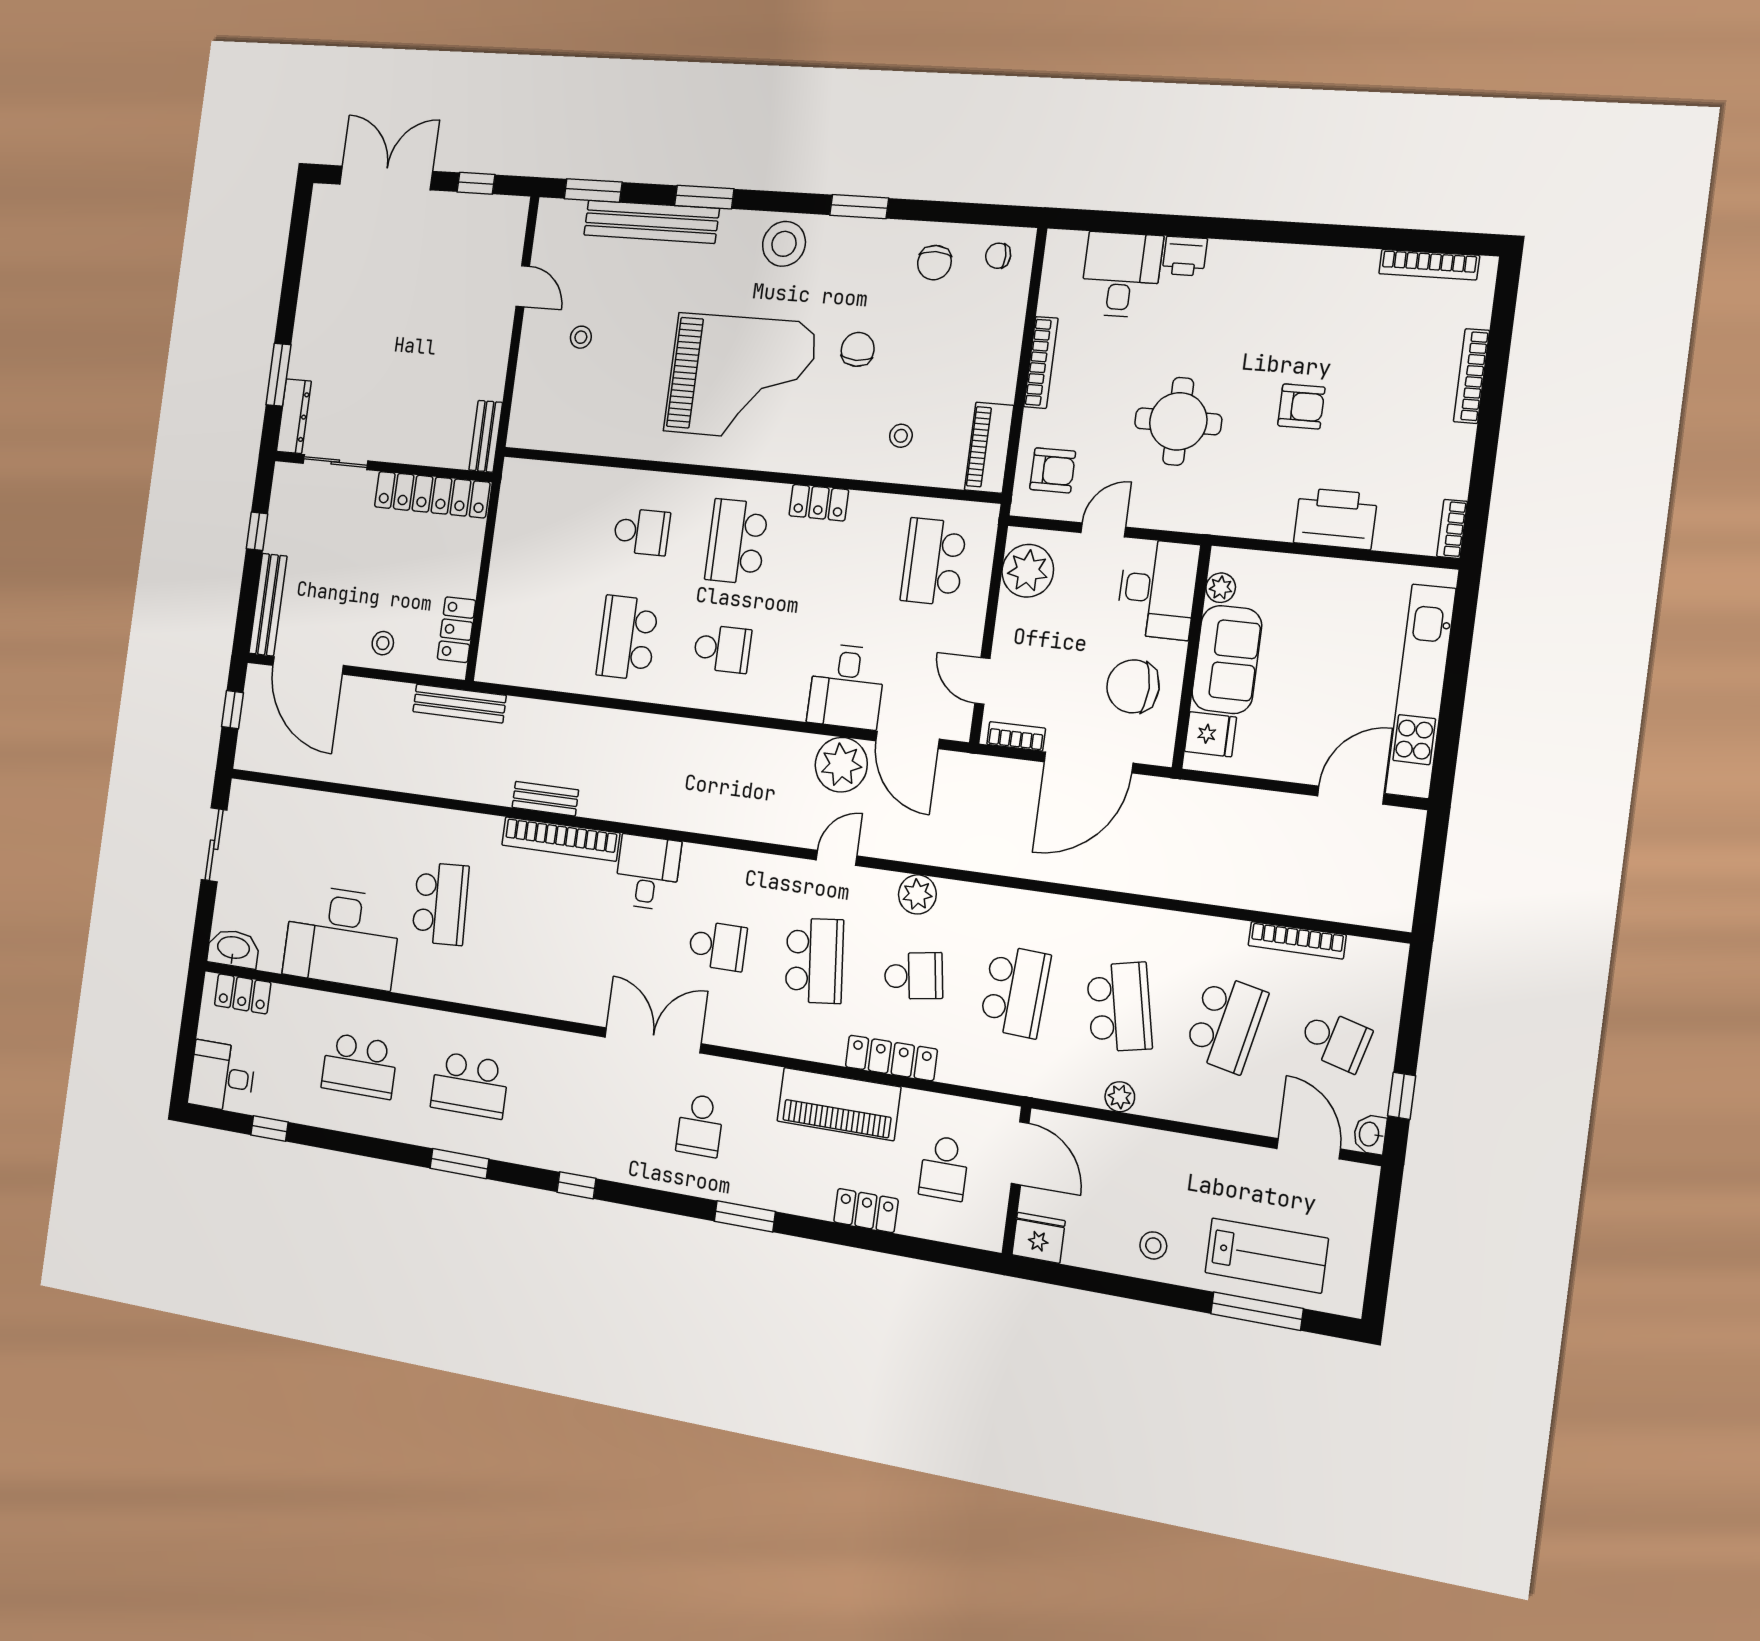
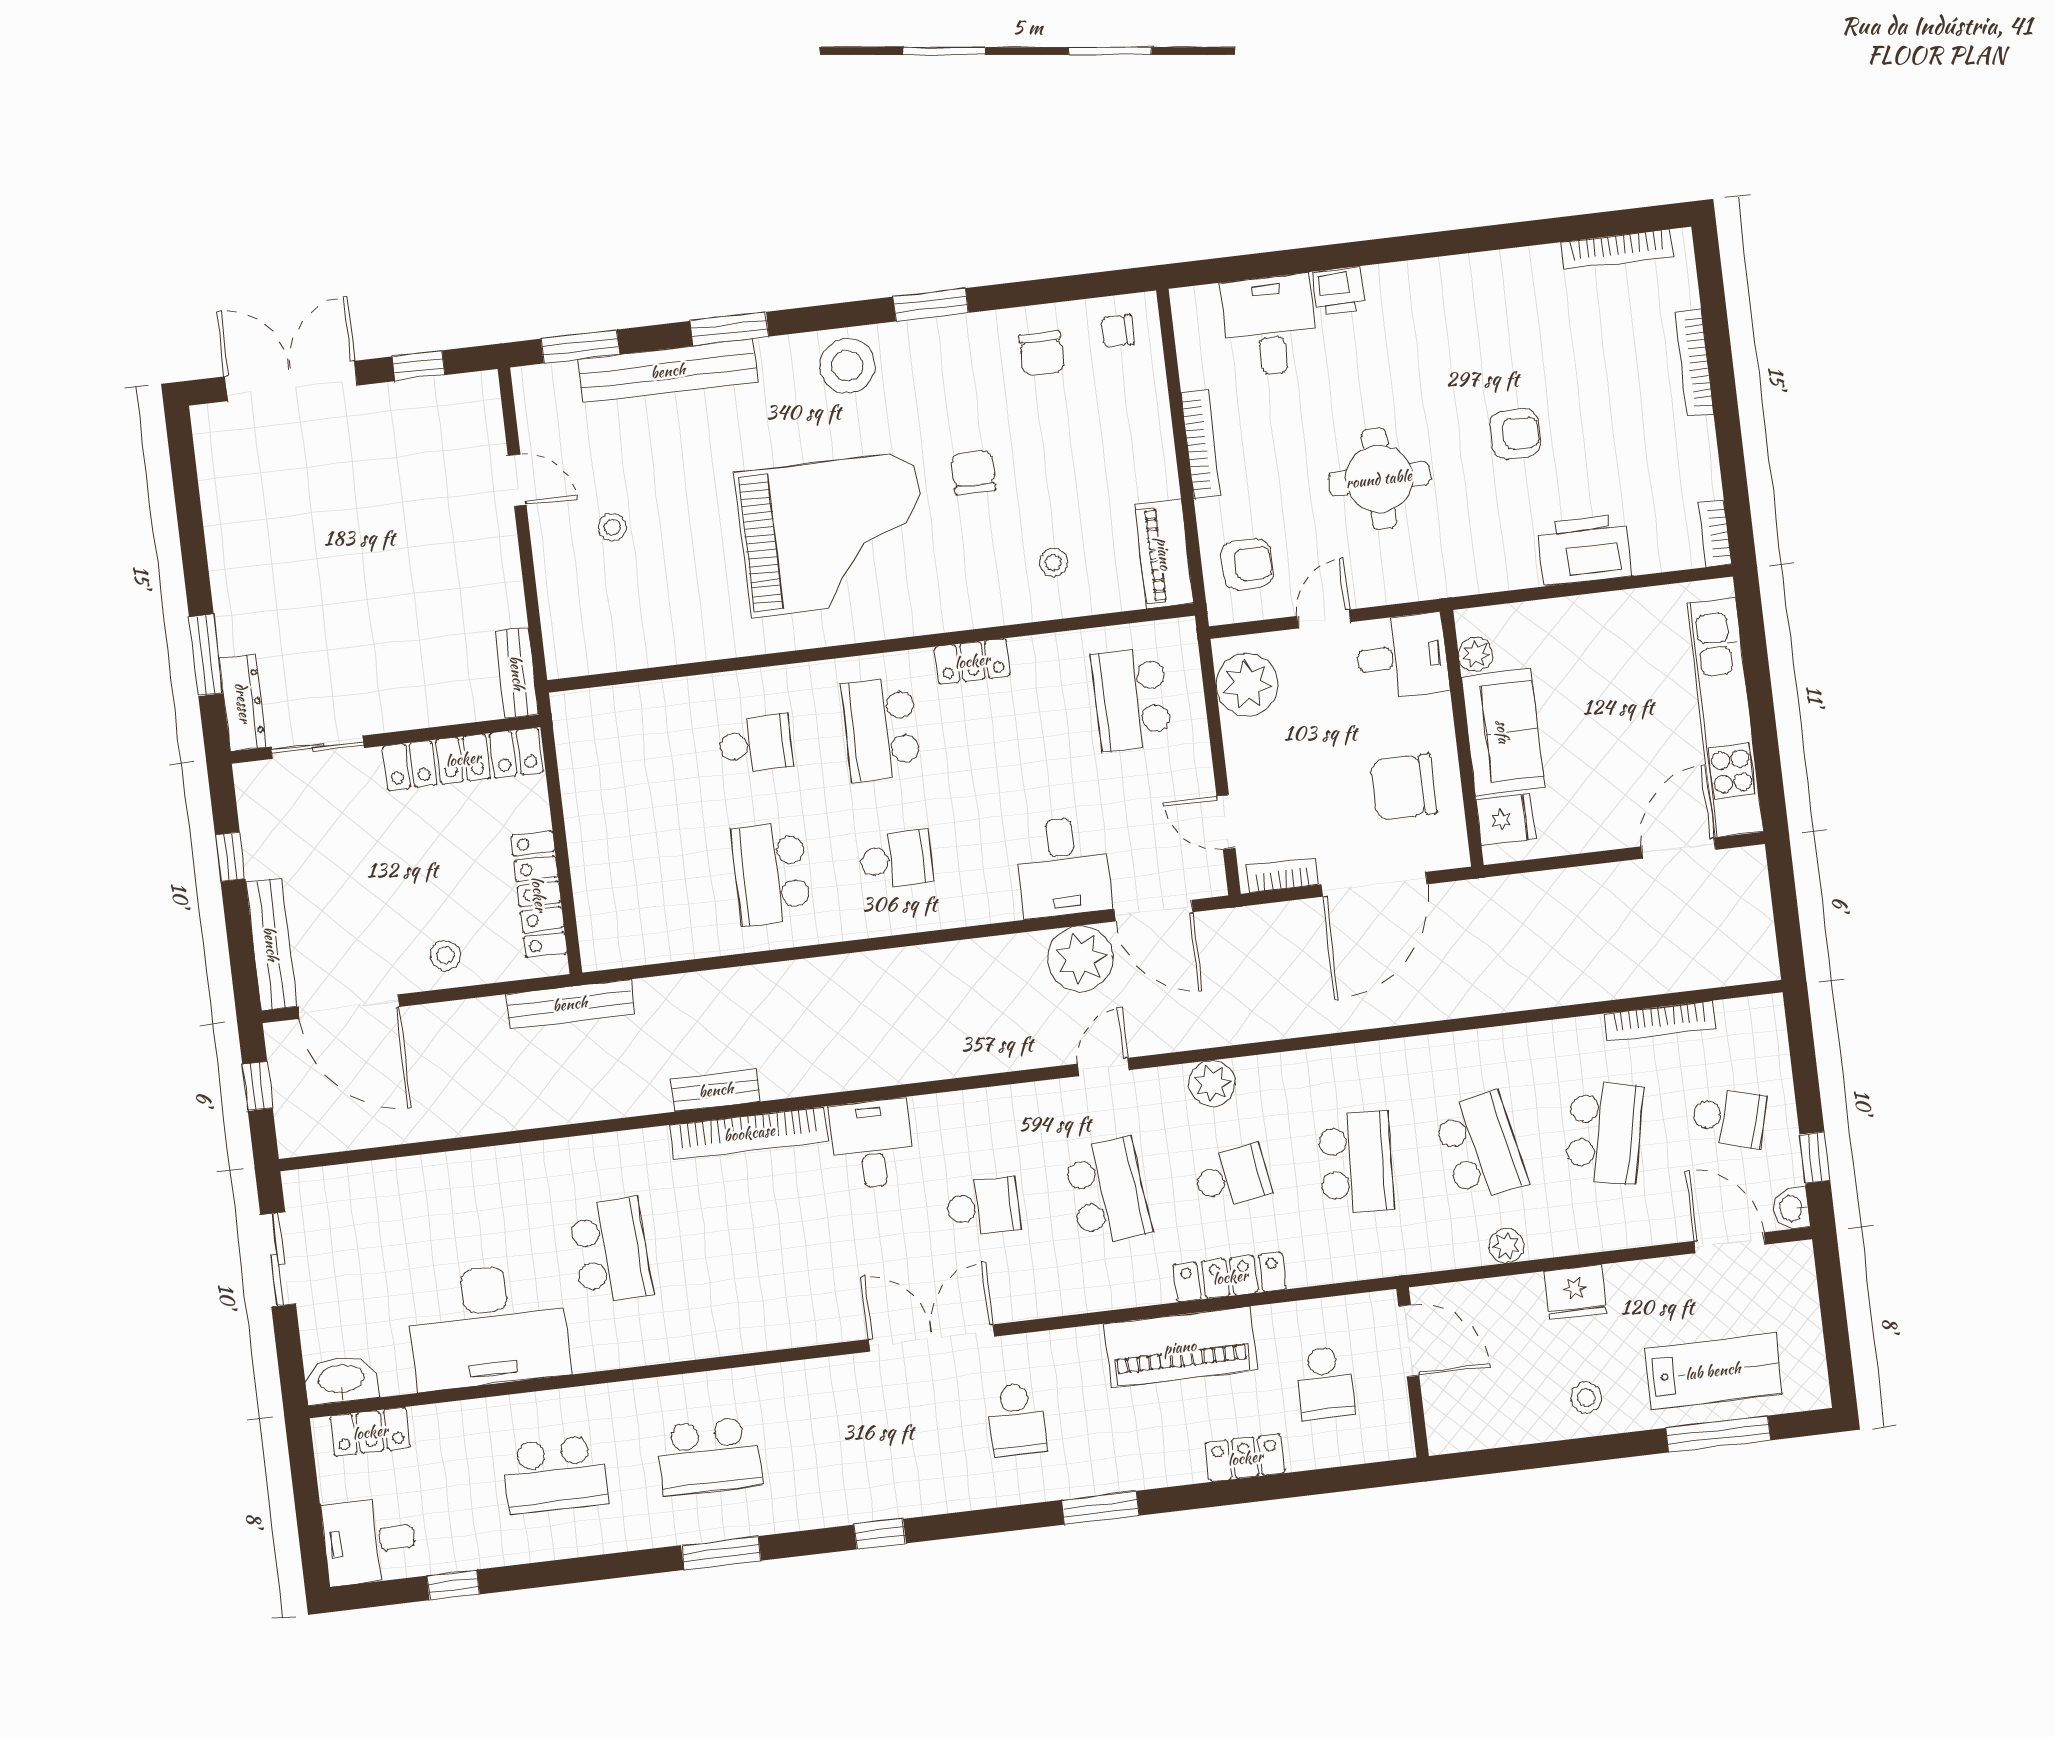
desk: (1158, 589) -> (1402, 657), width x0.73
locker: (456, 630) -> (539, 894), width x1.53
fridge: (1039, 1238) -> (1575, 1292), moved, turned 180

